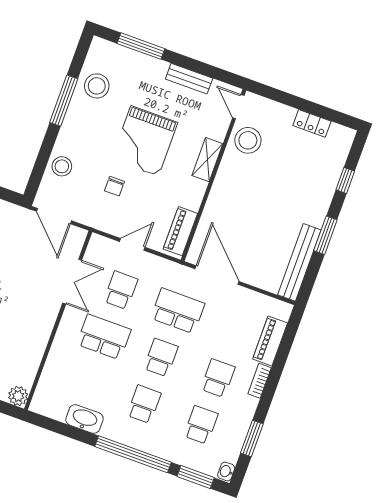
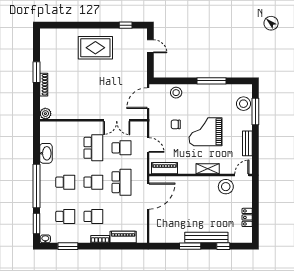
stool: (97, 86) -> (243, 104), moved
bench: (299, 262) -> (206, 238), moved

